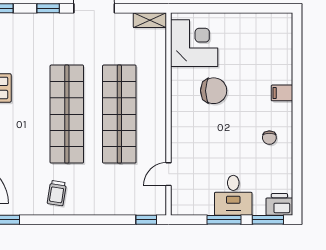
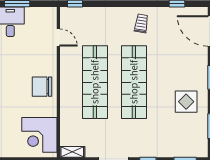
chair: (214, 91) -> (42, 87), moved
door: (169, 174) -> (58, 38), hinge flipped

